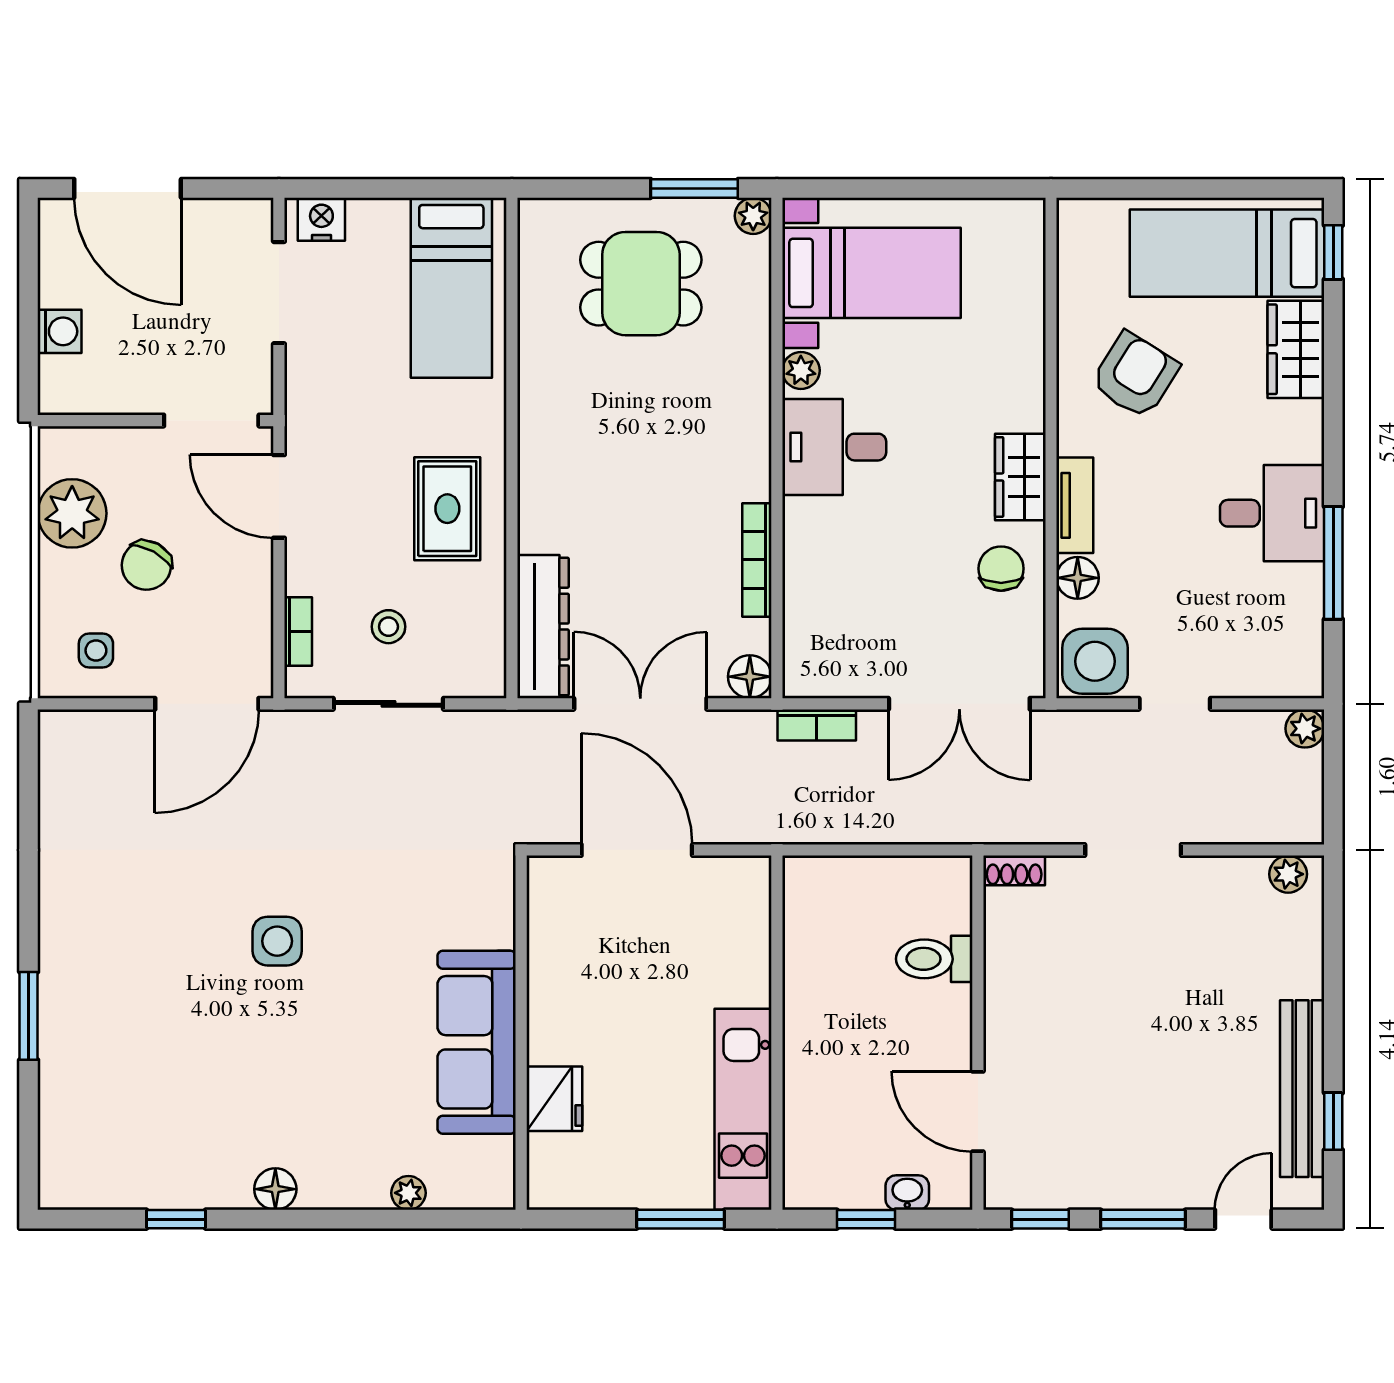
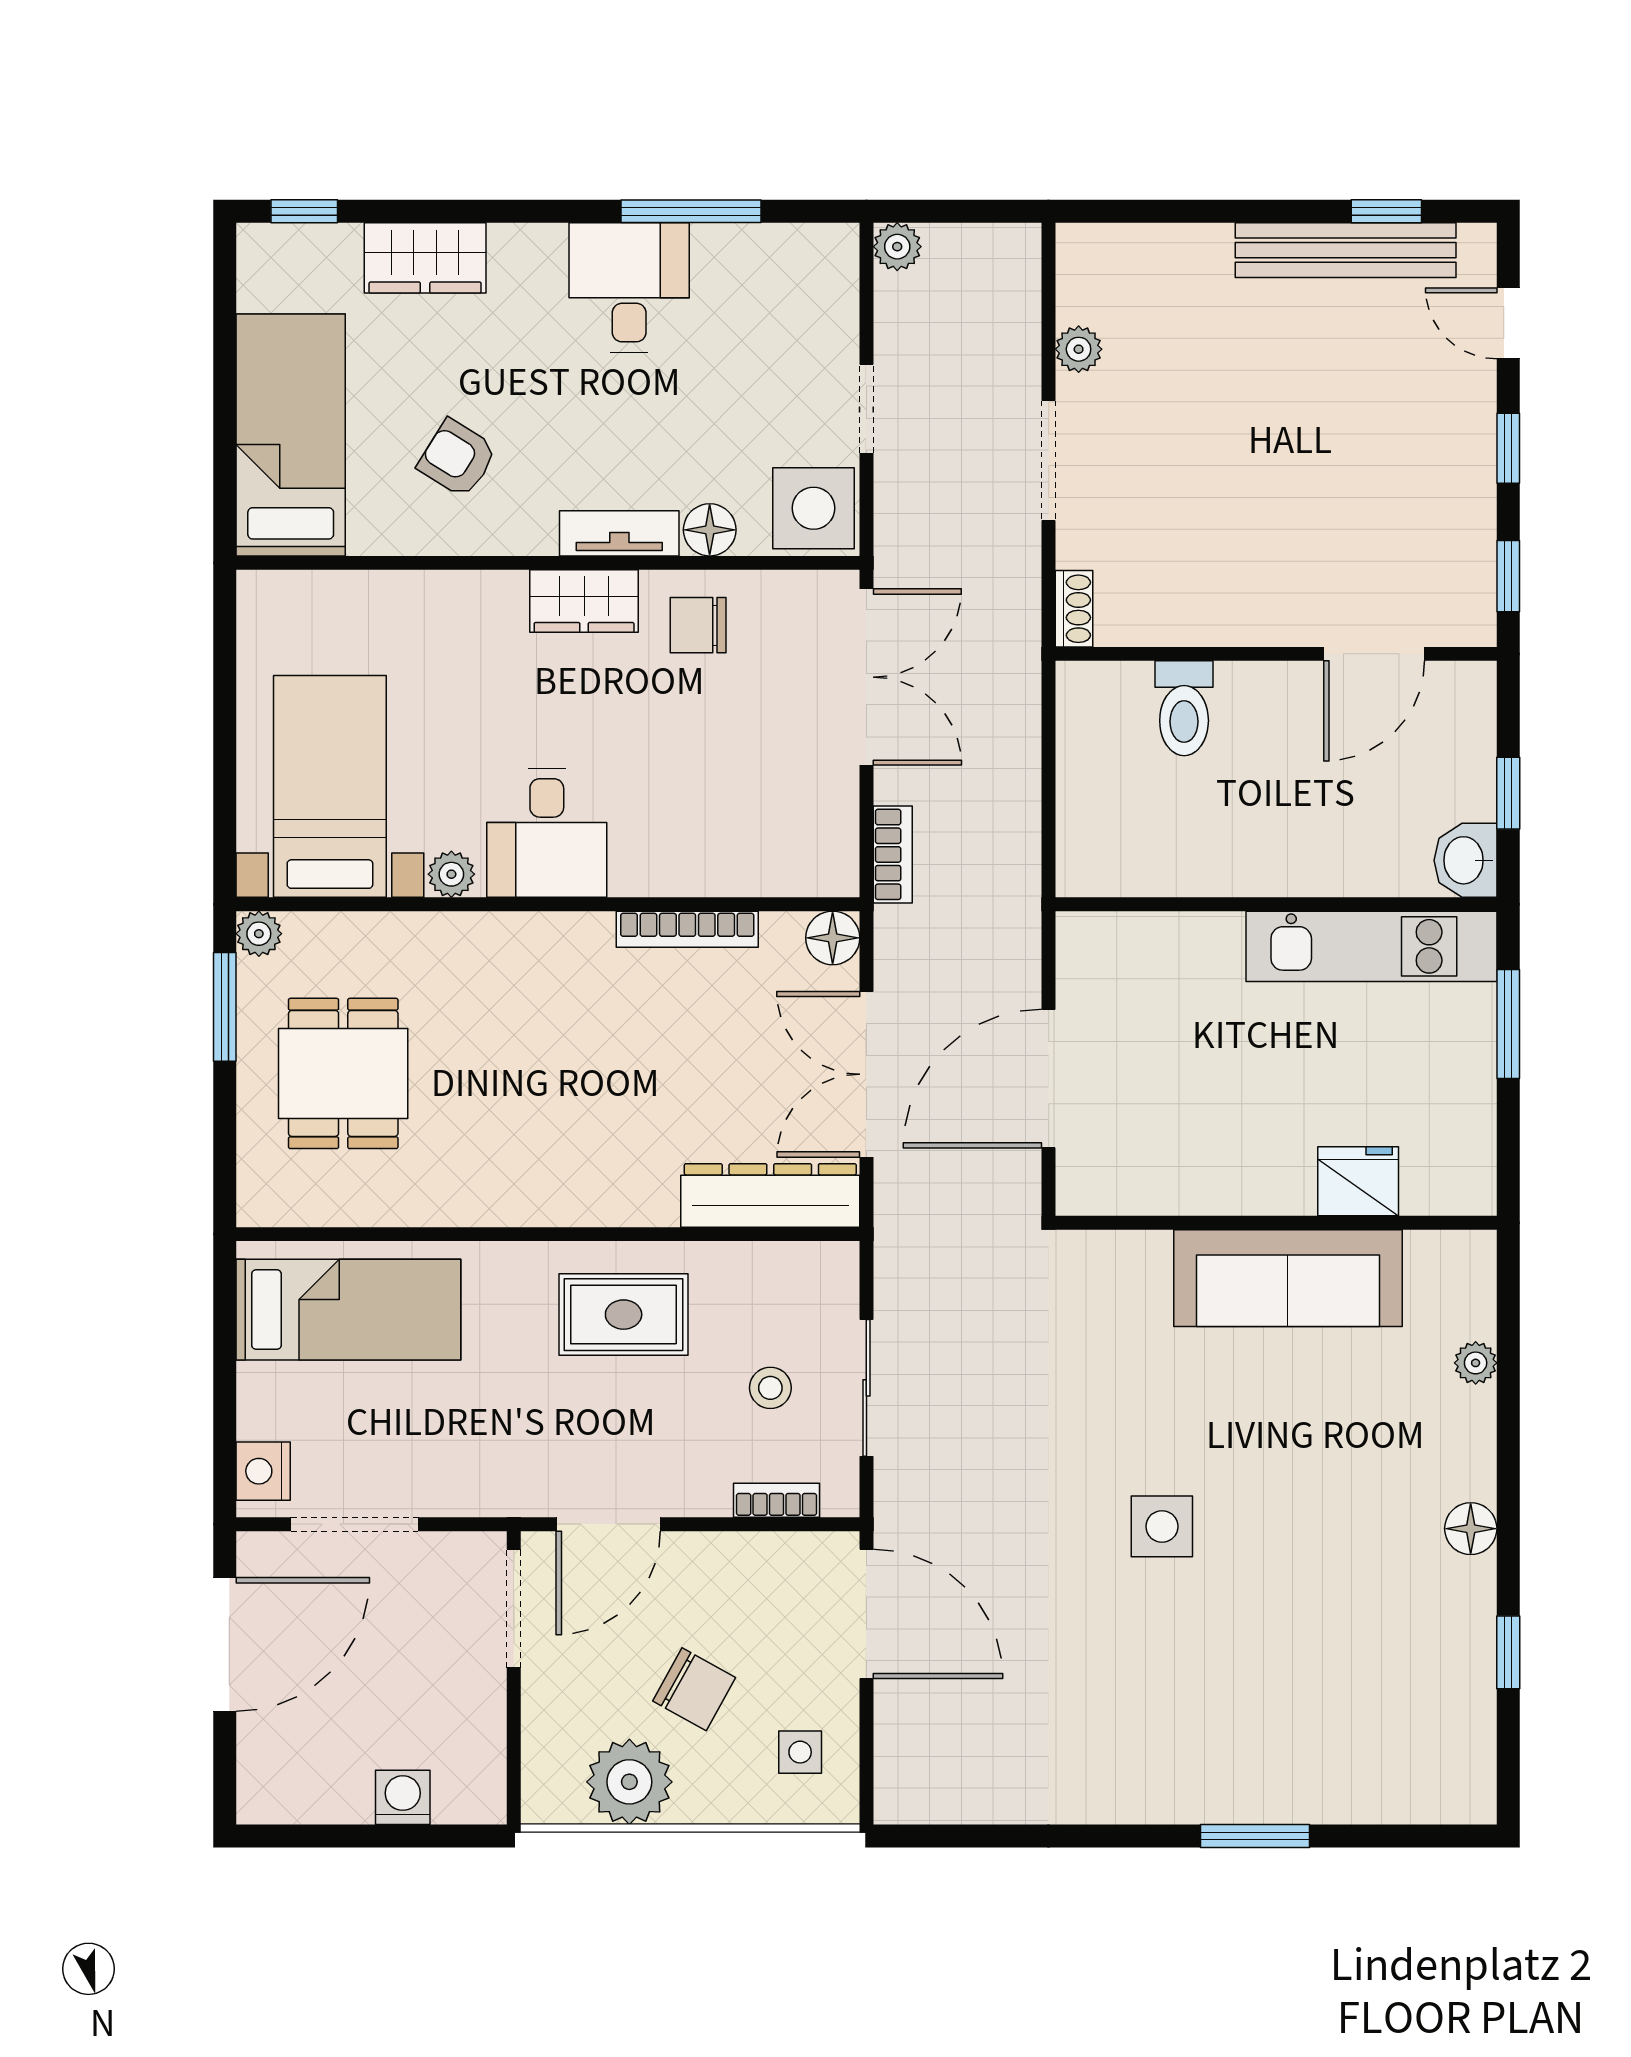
door: (128, 188) -> (225, 1644), moved
bed: (1227, 253) -> (291, 435), moved, turned 180
armchair: (1135, 375) -> (457, 458), width x0.72, depth x0.72
plant: (1288, 874) -> (1079, 349), moved
washbasin: (907, 1193) -> (1465, 860), moved, width x1.38, depth x1.45
window: (1143, 1219) -> (1508, 448), width x0.67

